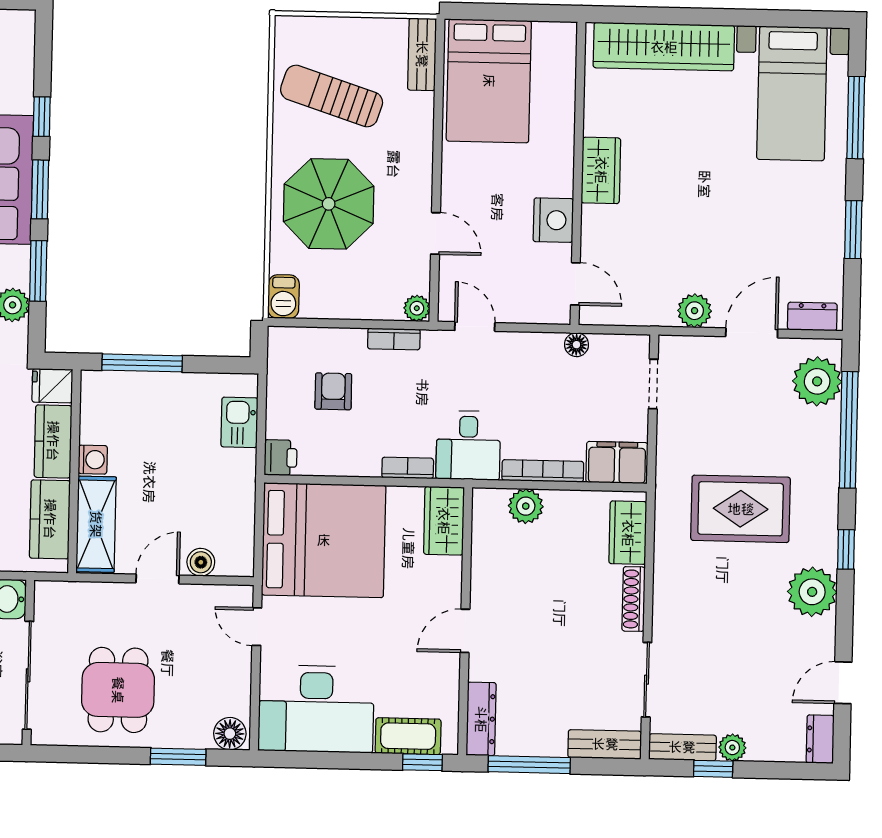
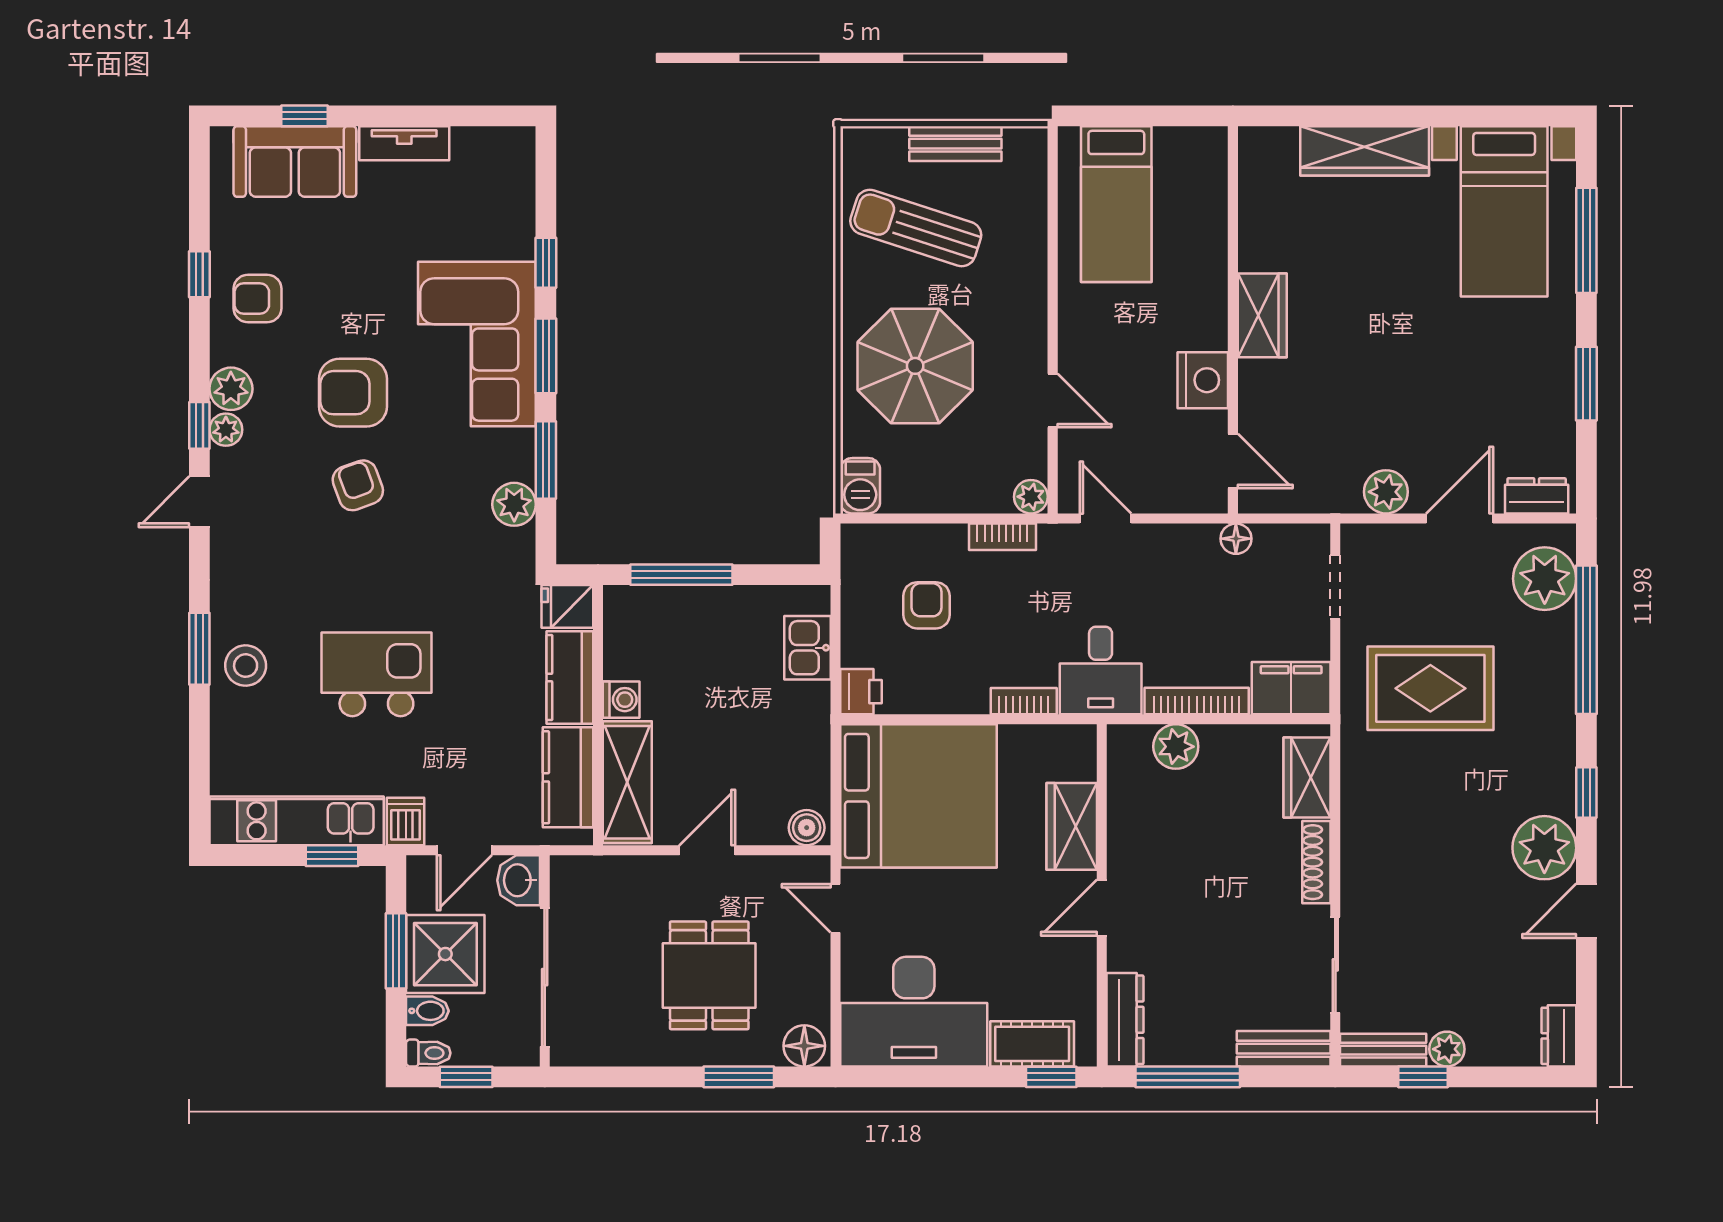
wardrobe: (664, 47) -> (1365, 151), width x0.71, depth x0.85
bench: (422, 54) -> (955, 144), moved, turned 90
bed: (489, 81) -> (1116, 204), width x0.67
rug: (741, 509) -> (1430, 688), moved
wardrobe: (444, 521) -> (1072, 826), moved
boiler: (201, 562) -> (807, 828), moved
door: (843, 683) -> (1586, 911), moved
dining table: (118, 690) -> (709, 975), moved

